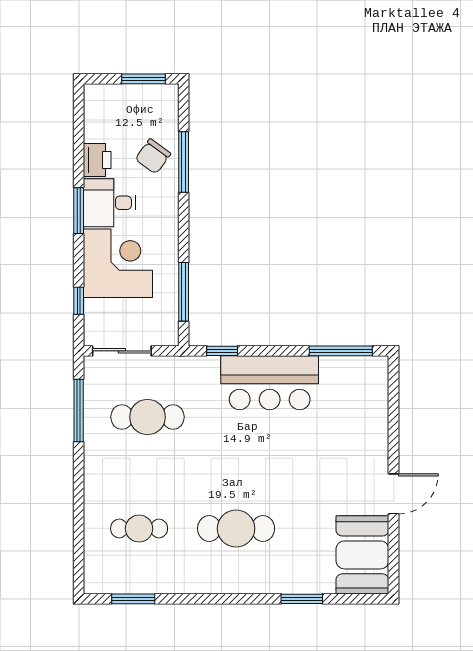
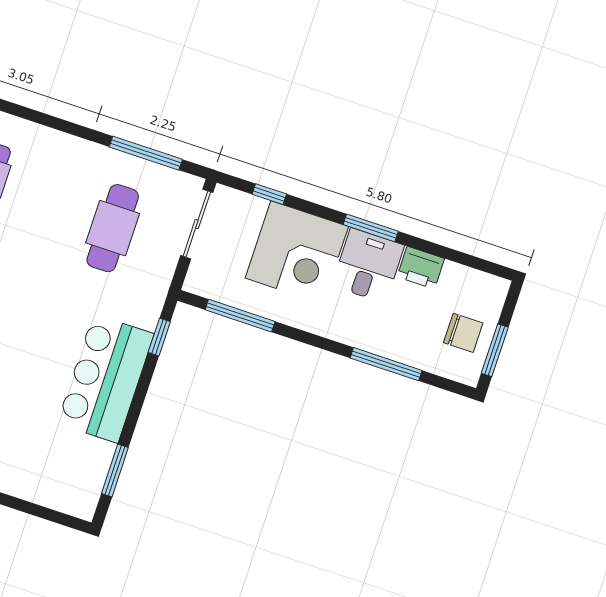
chair: (153, 156) -> (463, 333), moved, turned 144
window: (341, 351) -> (115, 470), width x0.69

